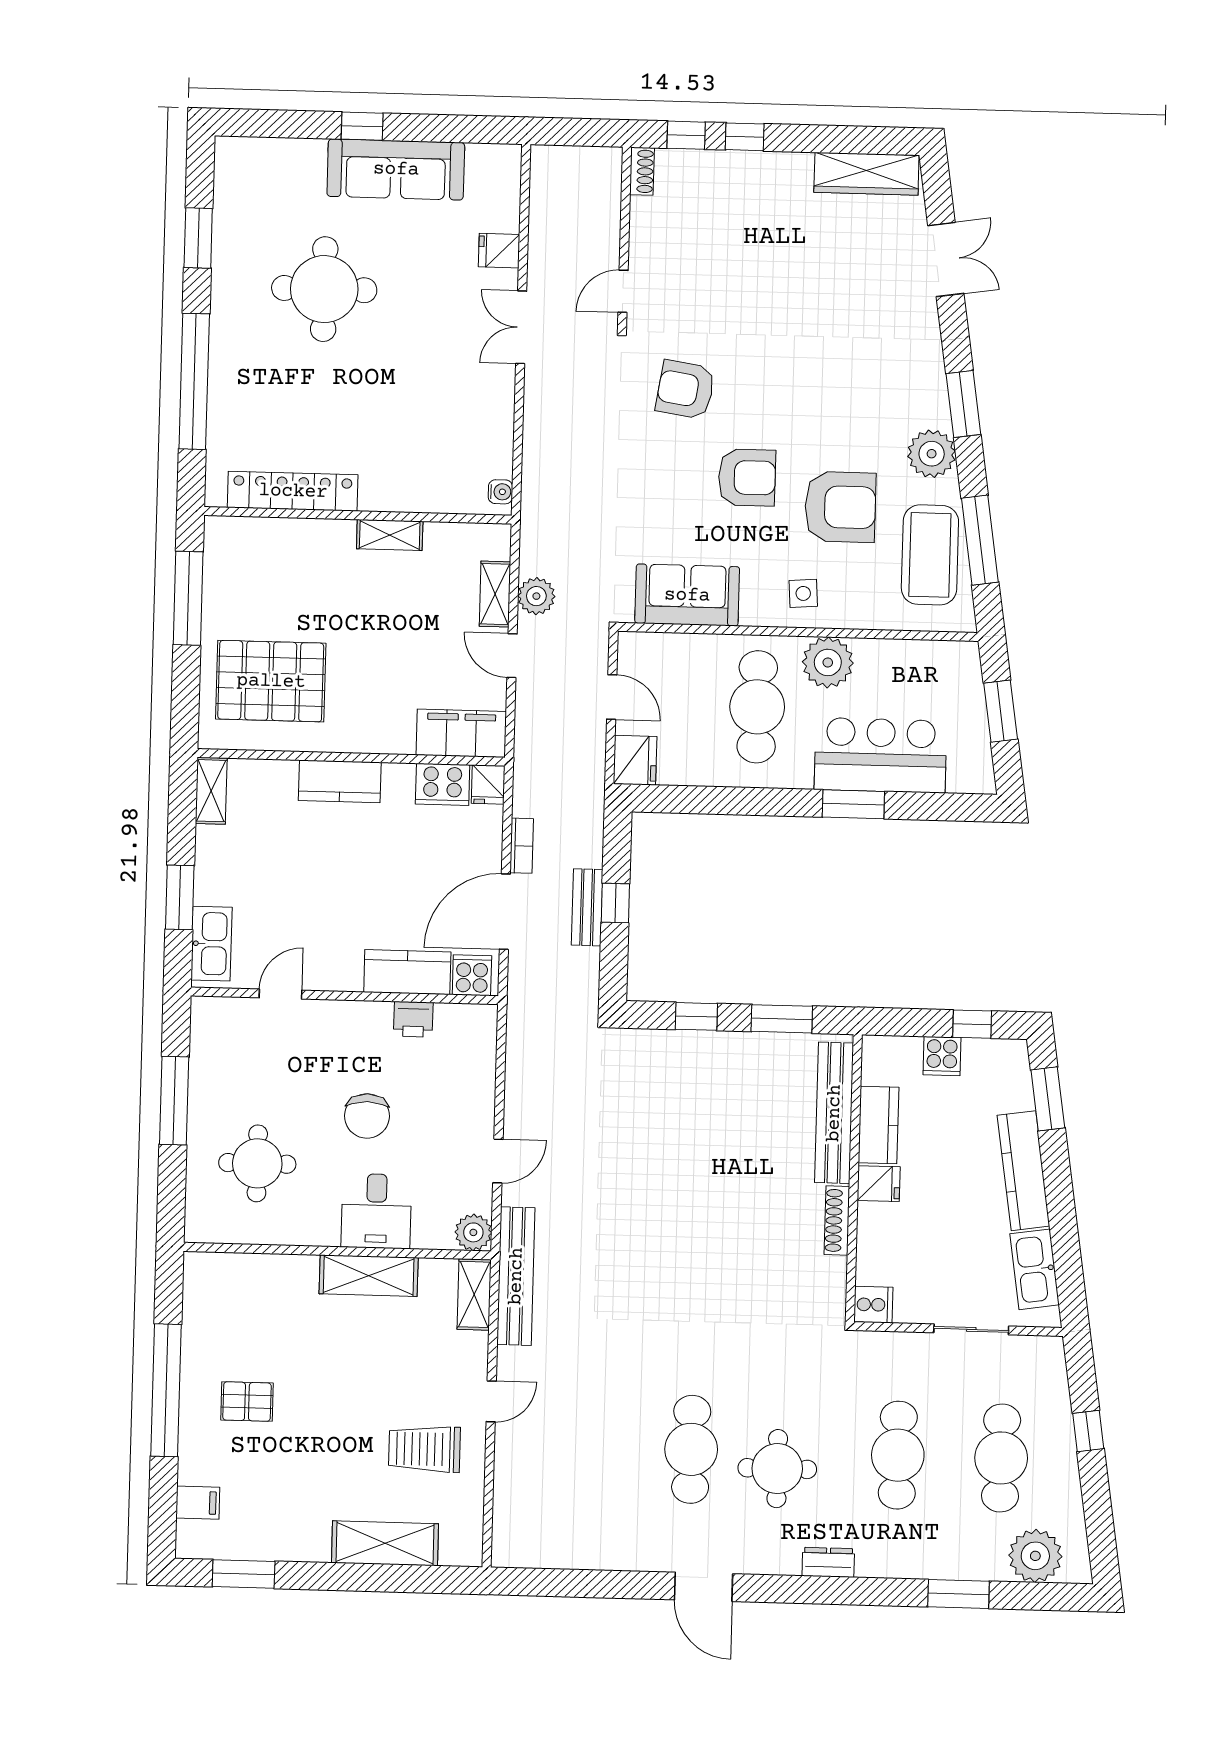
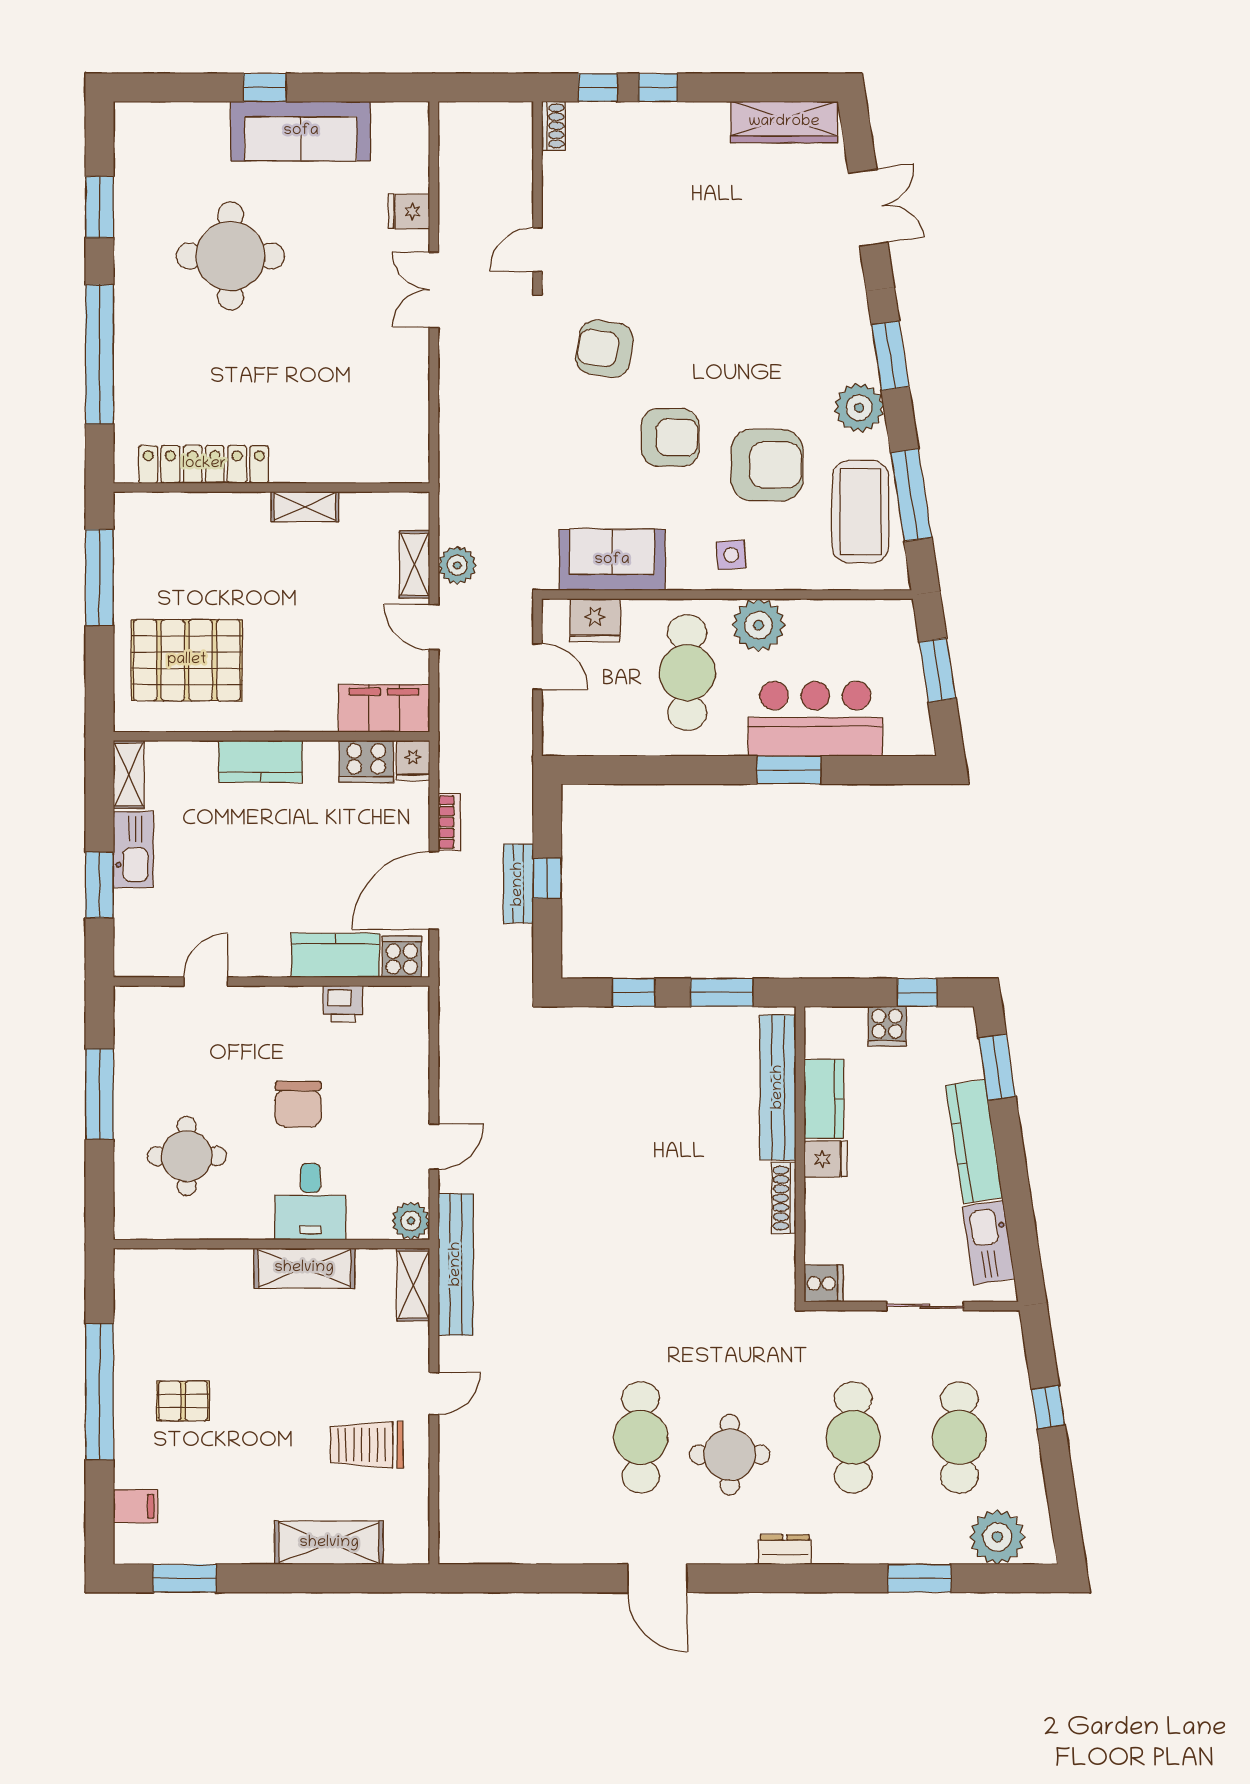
water cooler: (500, 492) -> (417, 459), removed
fridge: (635, 760) -> (595, 620), moved, turned 90
kitchen sink: (211, 944) -> (133, 849), moved

